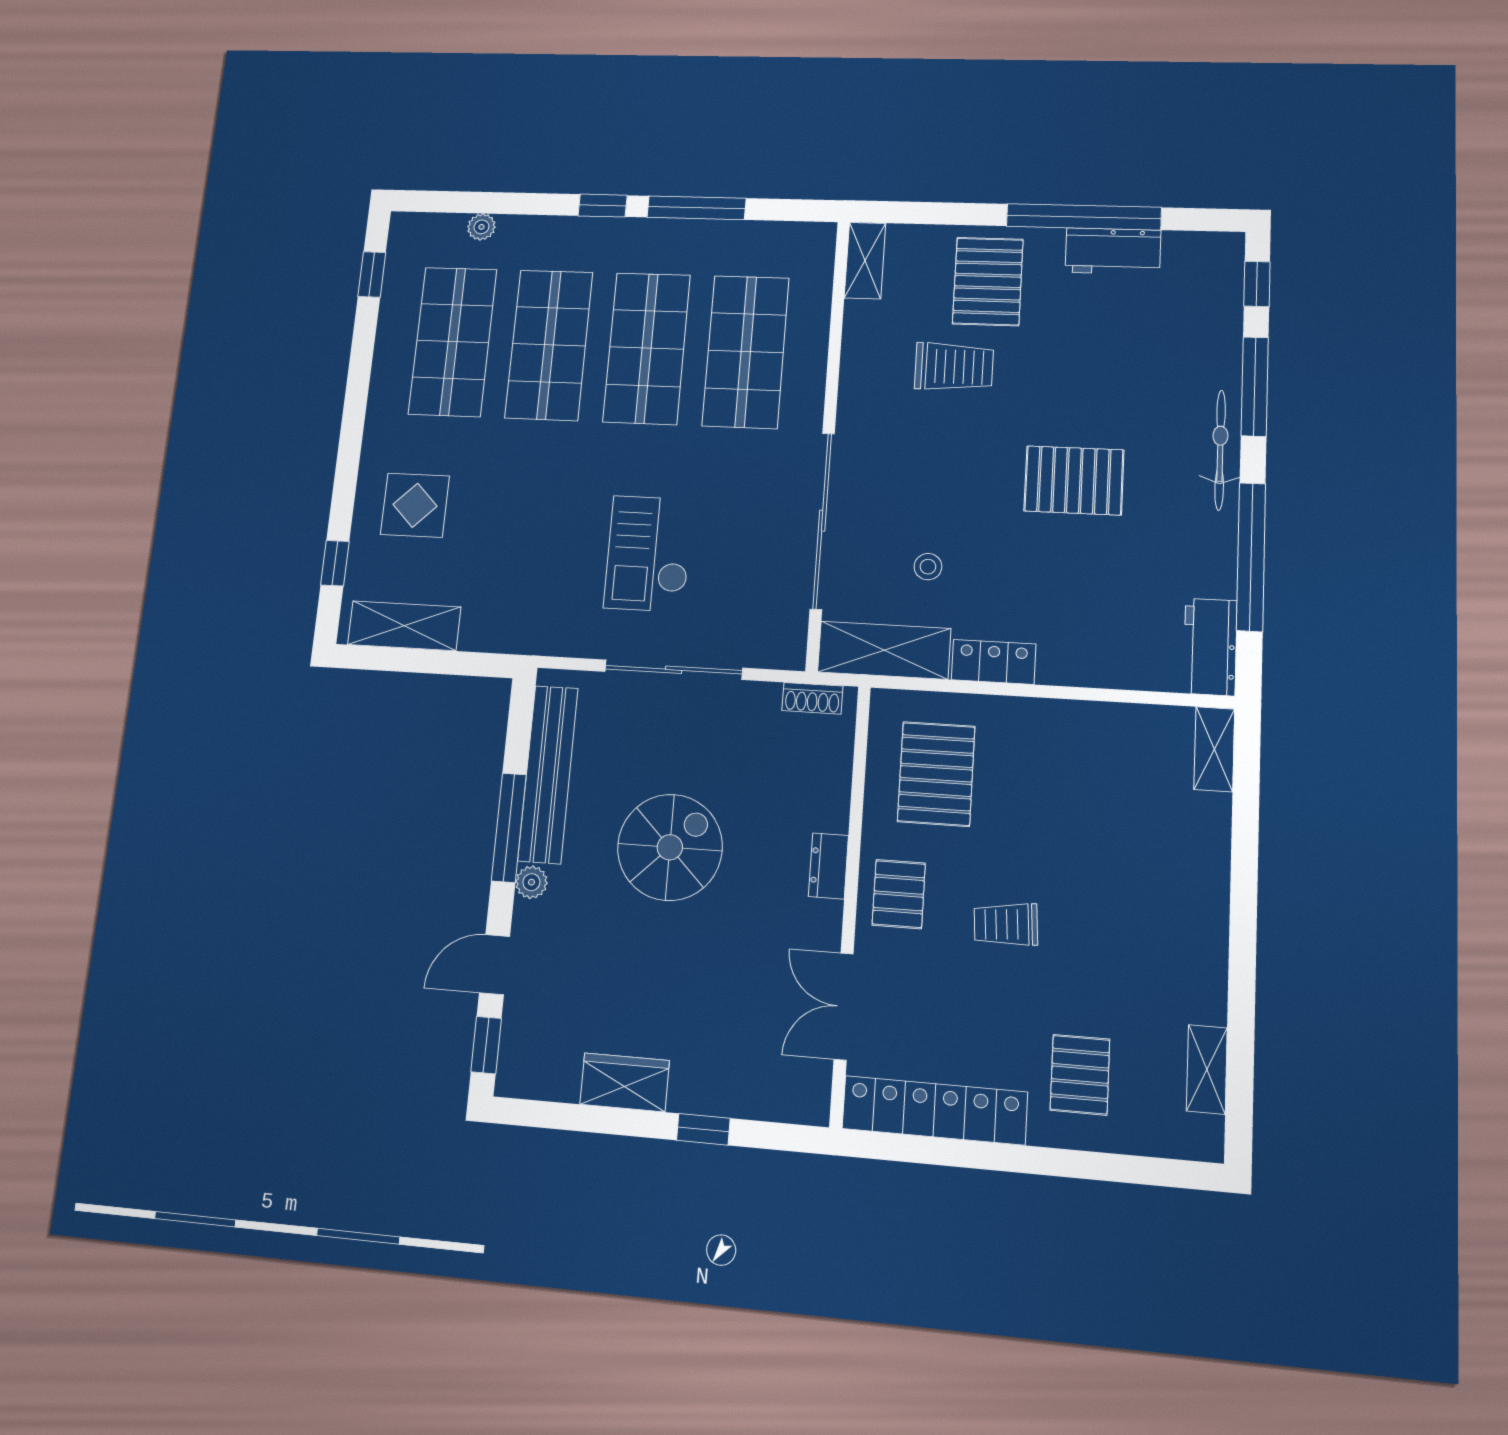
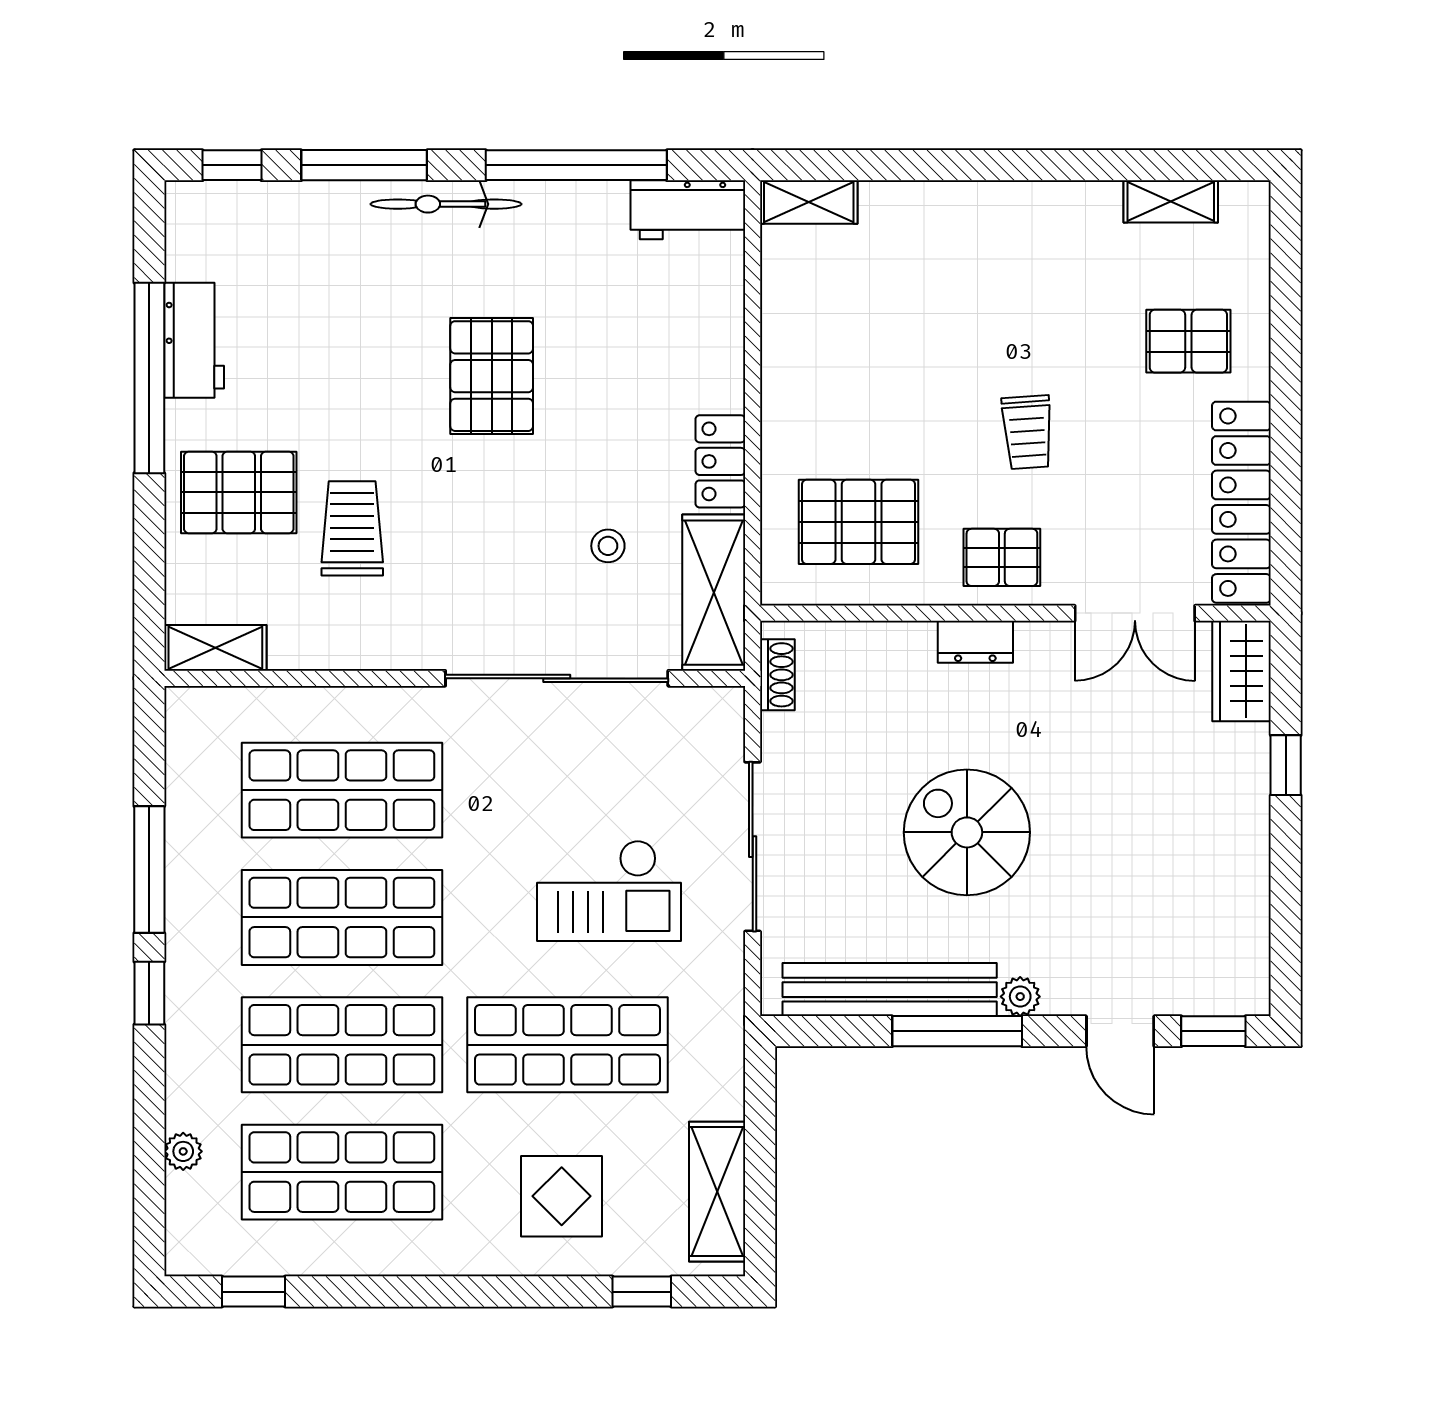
shop shelf: (531, 515) -> (567, 1045), added
wardrobe: (625, 1082) -> (1241, 671), moved

